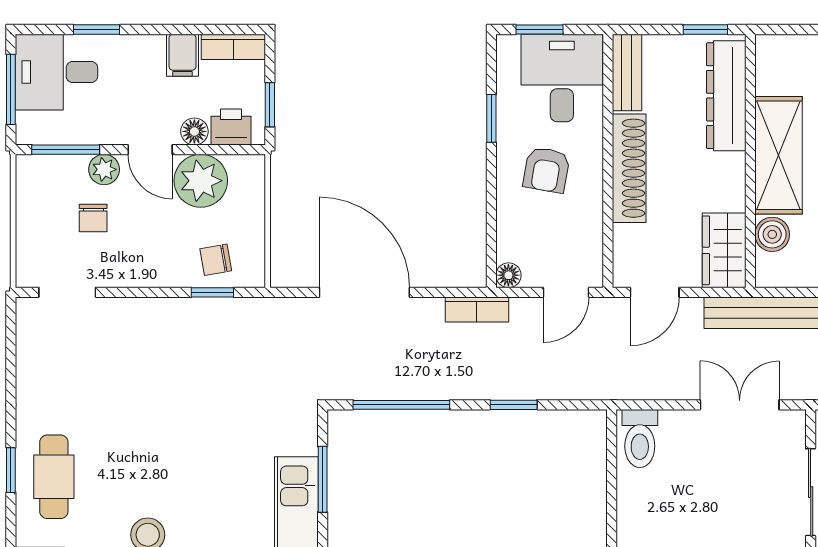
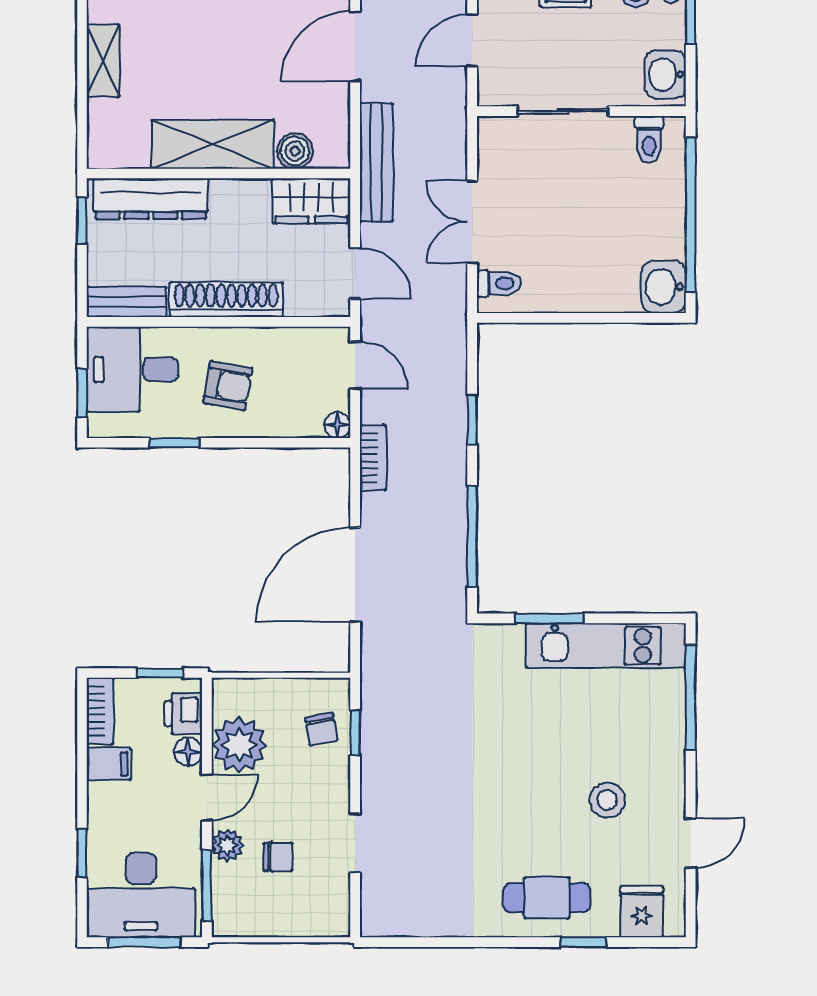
desk: (57, 72) -> (141, 895), width x1.37
doorway: (67, 292) -> (355, 843), moved
double door: (740, 405) -> (472, 222), moved
toilet: (640, 439) -> (499, 284), width x0.73, depth x0.72
window: (11, 470) -> (583, 942), moved

